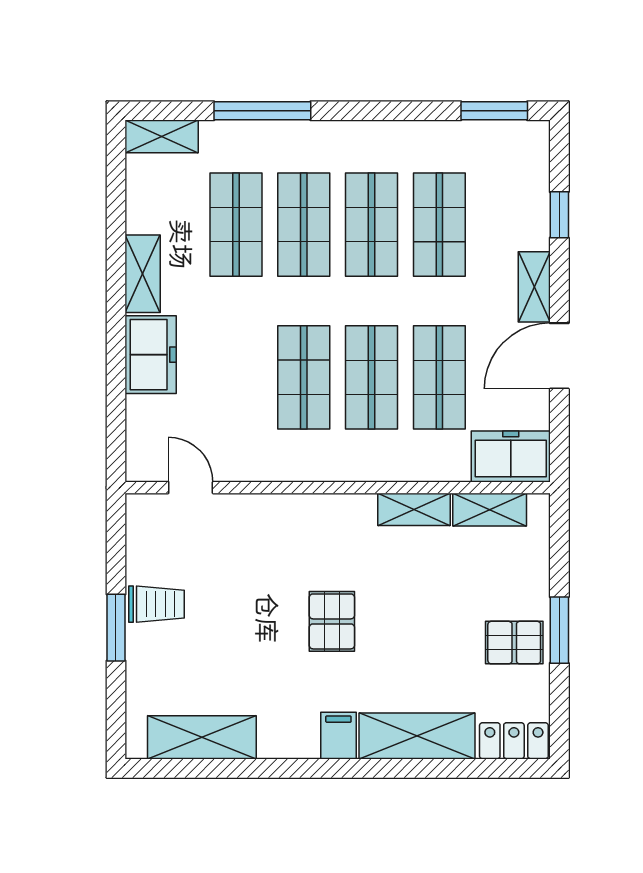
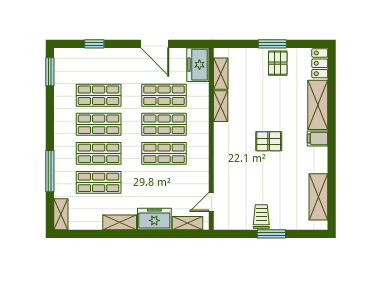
shelving: (534, 287) -> (187, 223), moved

